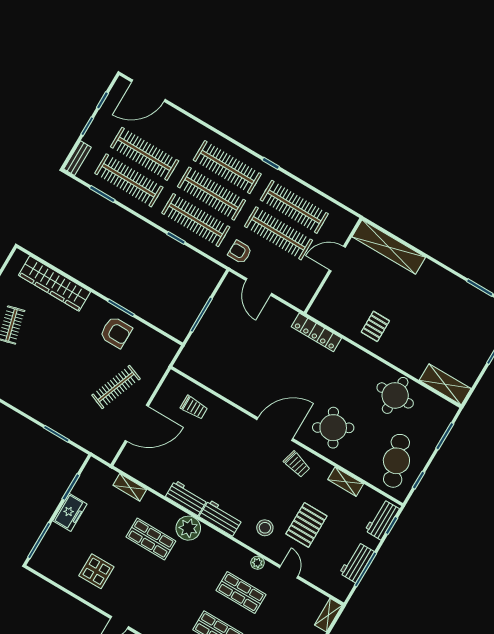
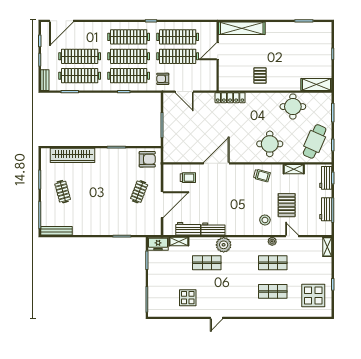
armchair: (116, 332) -> (147, 159), moved
clothes rail: (116, 387) -> (139, 192), width x0.73
round table: (333, 428) -> (270, 144), turned 30
door: (275, 429) -> (216, 163), moved
cafe table: (396, 461) -> (315, 141), turned 43
freezer: (70, 512) -> (158, 244), moved, turned 90
workbench: (221, 518) -> (188, 229), moved

